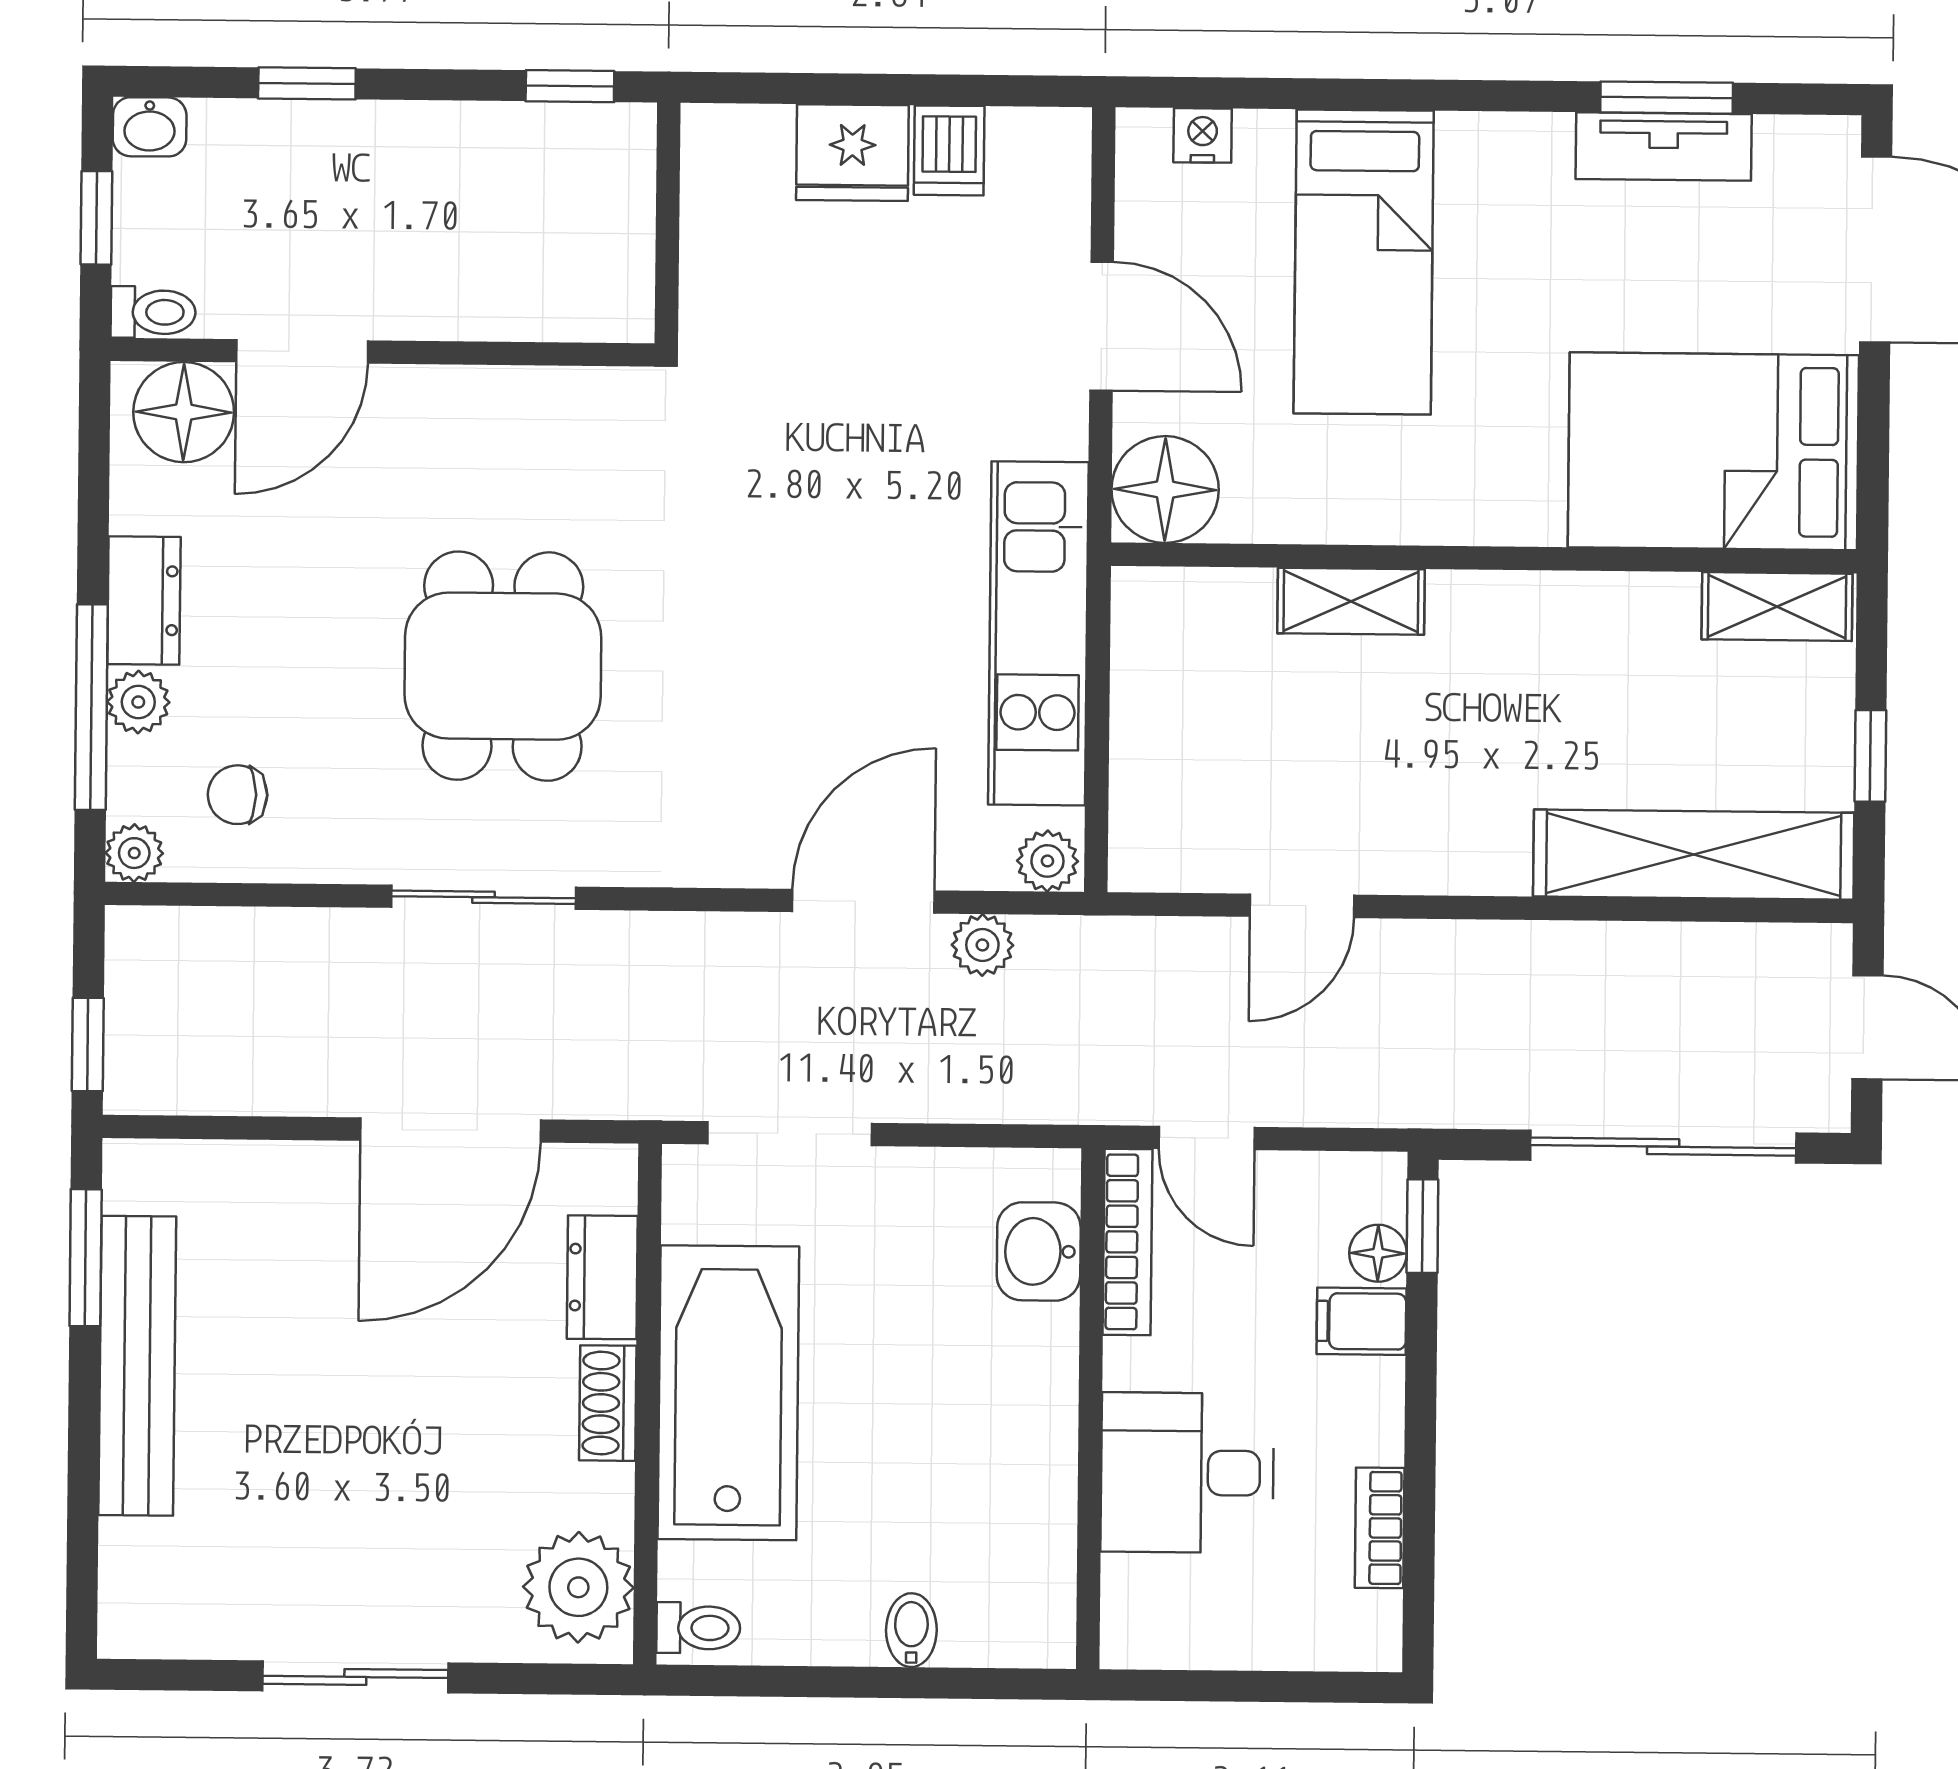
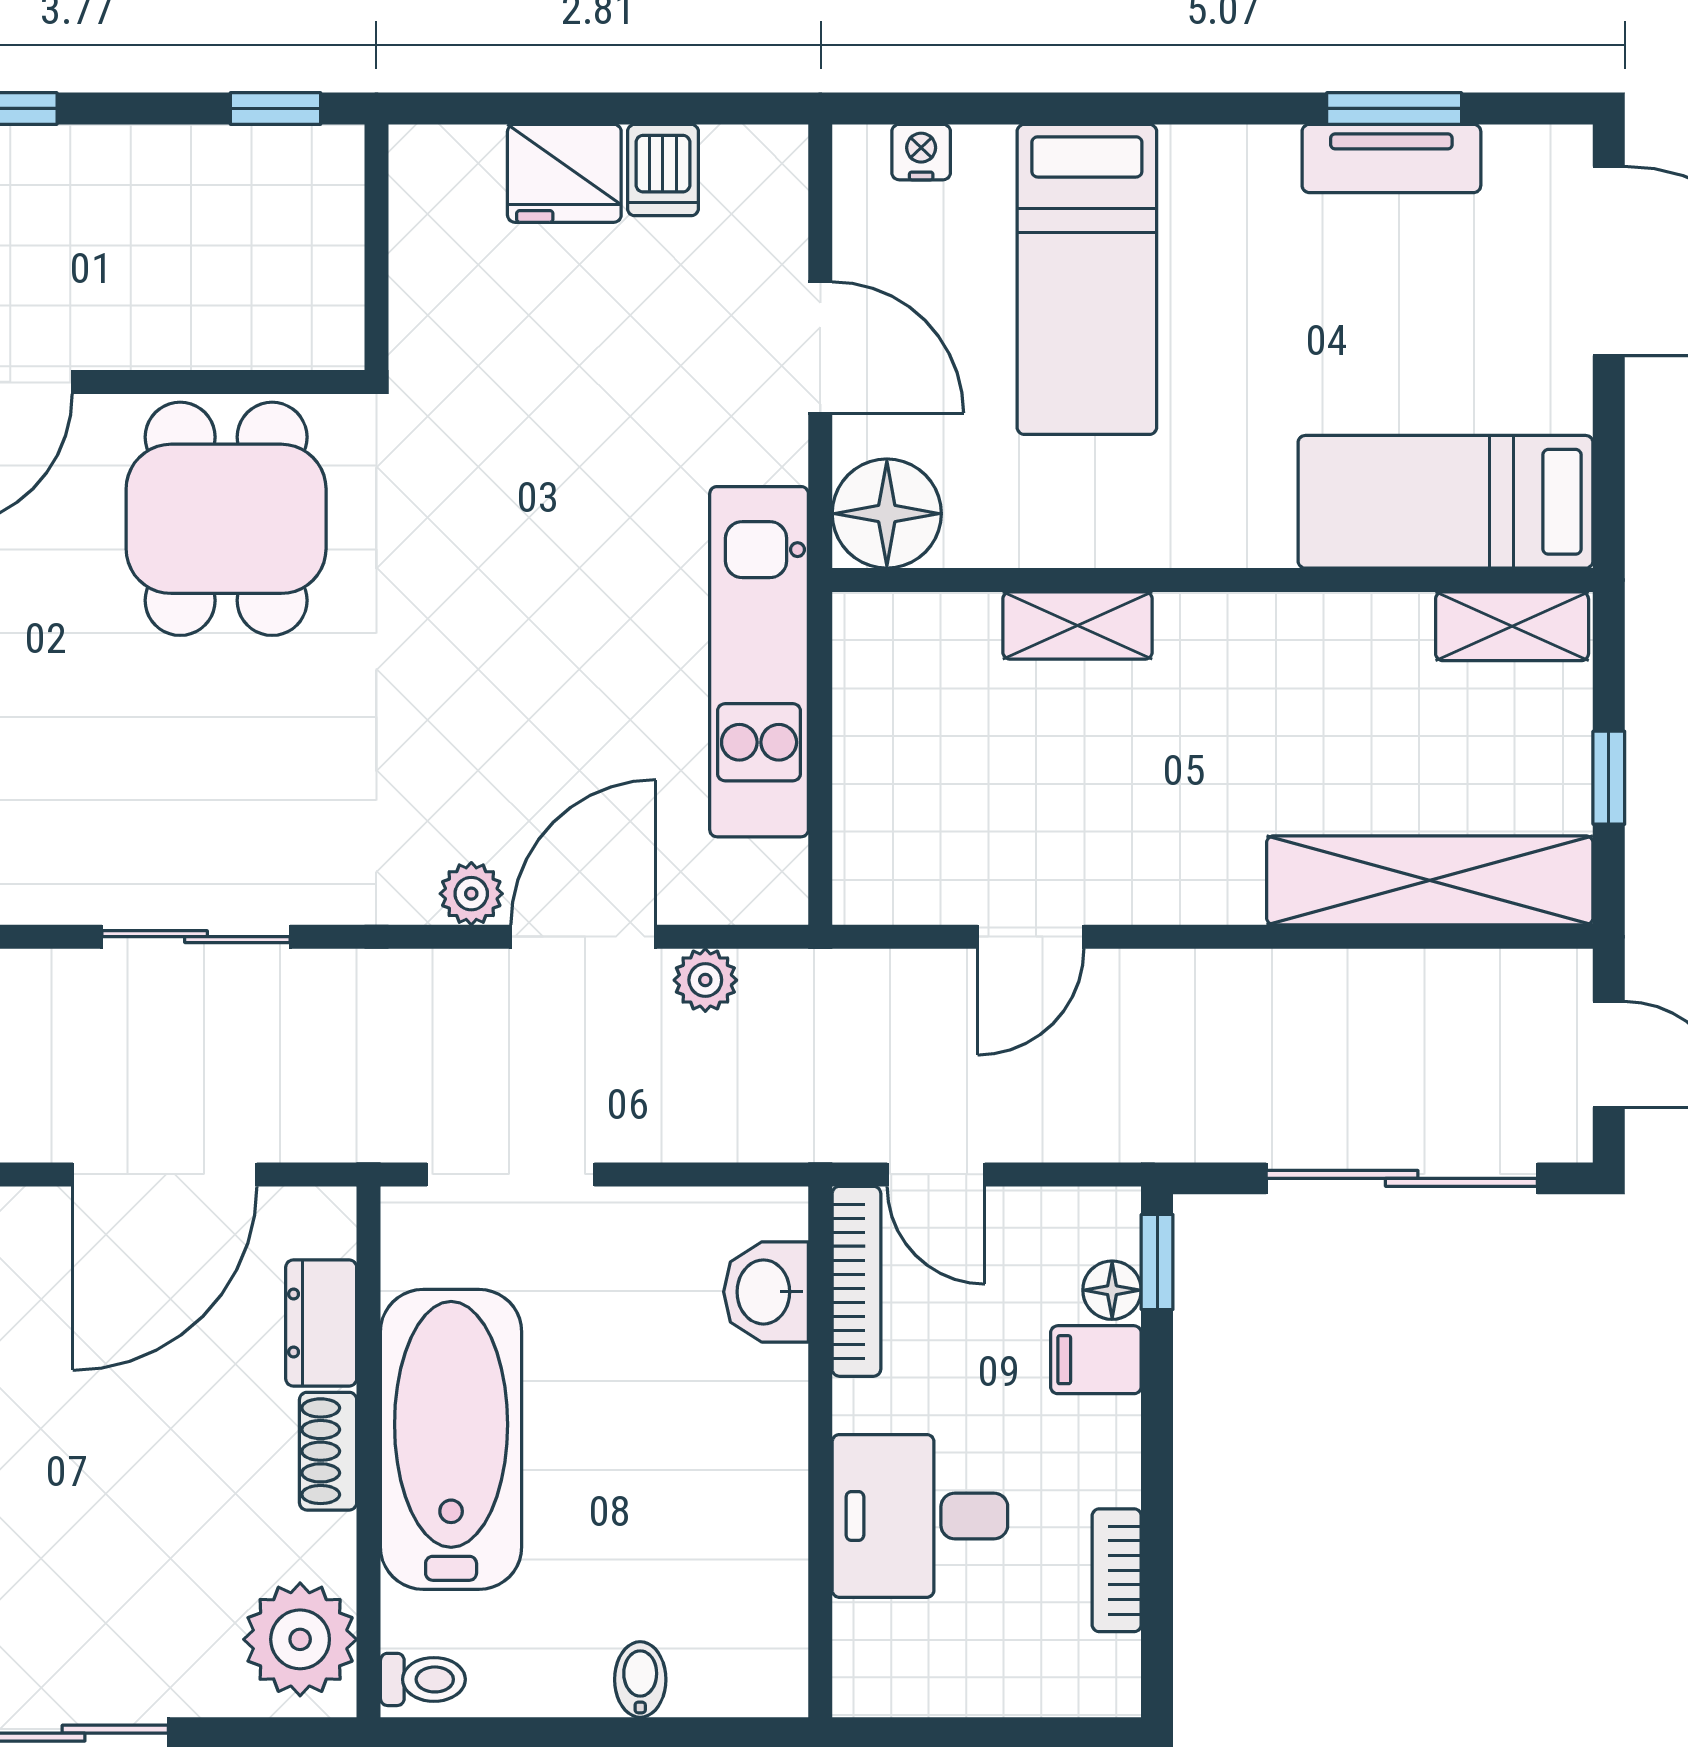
bed: (1713, 451) -> (1446, 502), width x0.67
dining table: (503, 666) -> (226, 519), moved
plant: (1047, 861) -> (471, 894), moved

